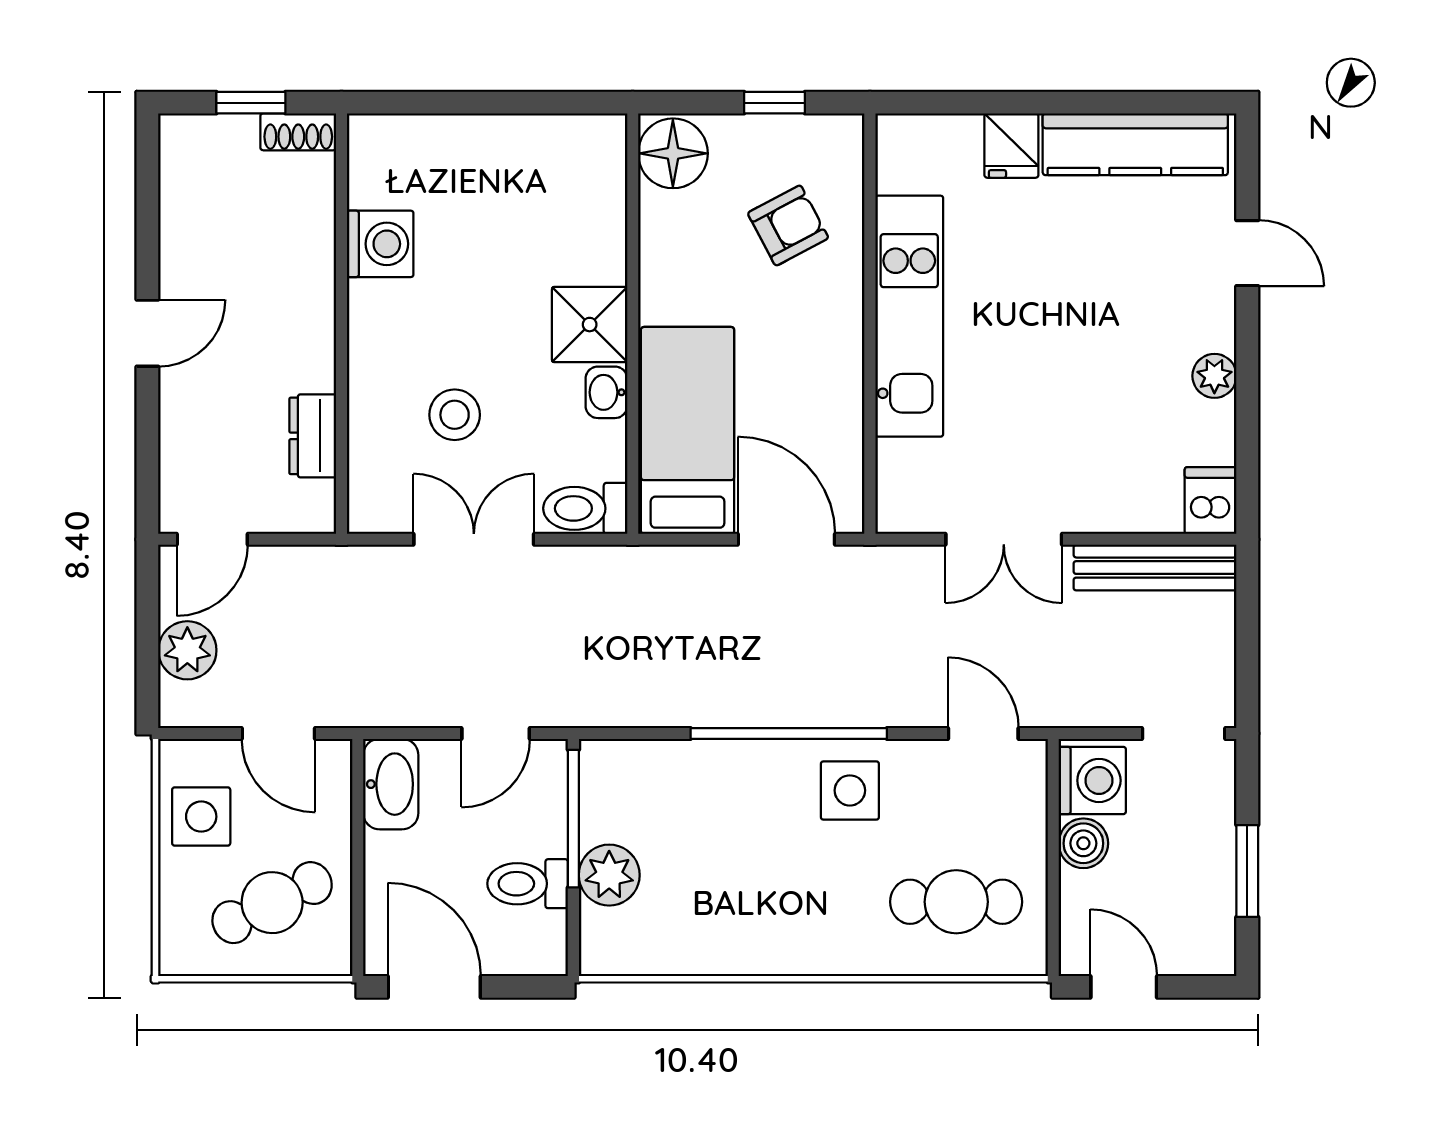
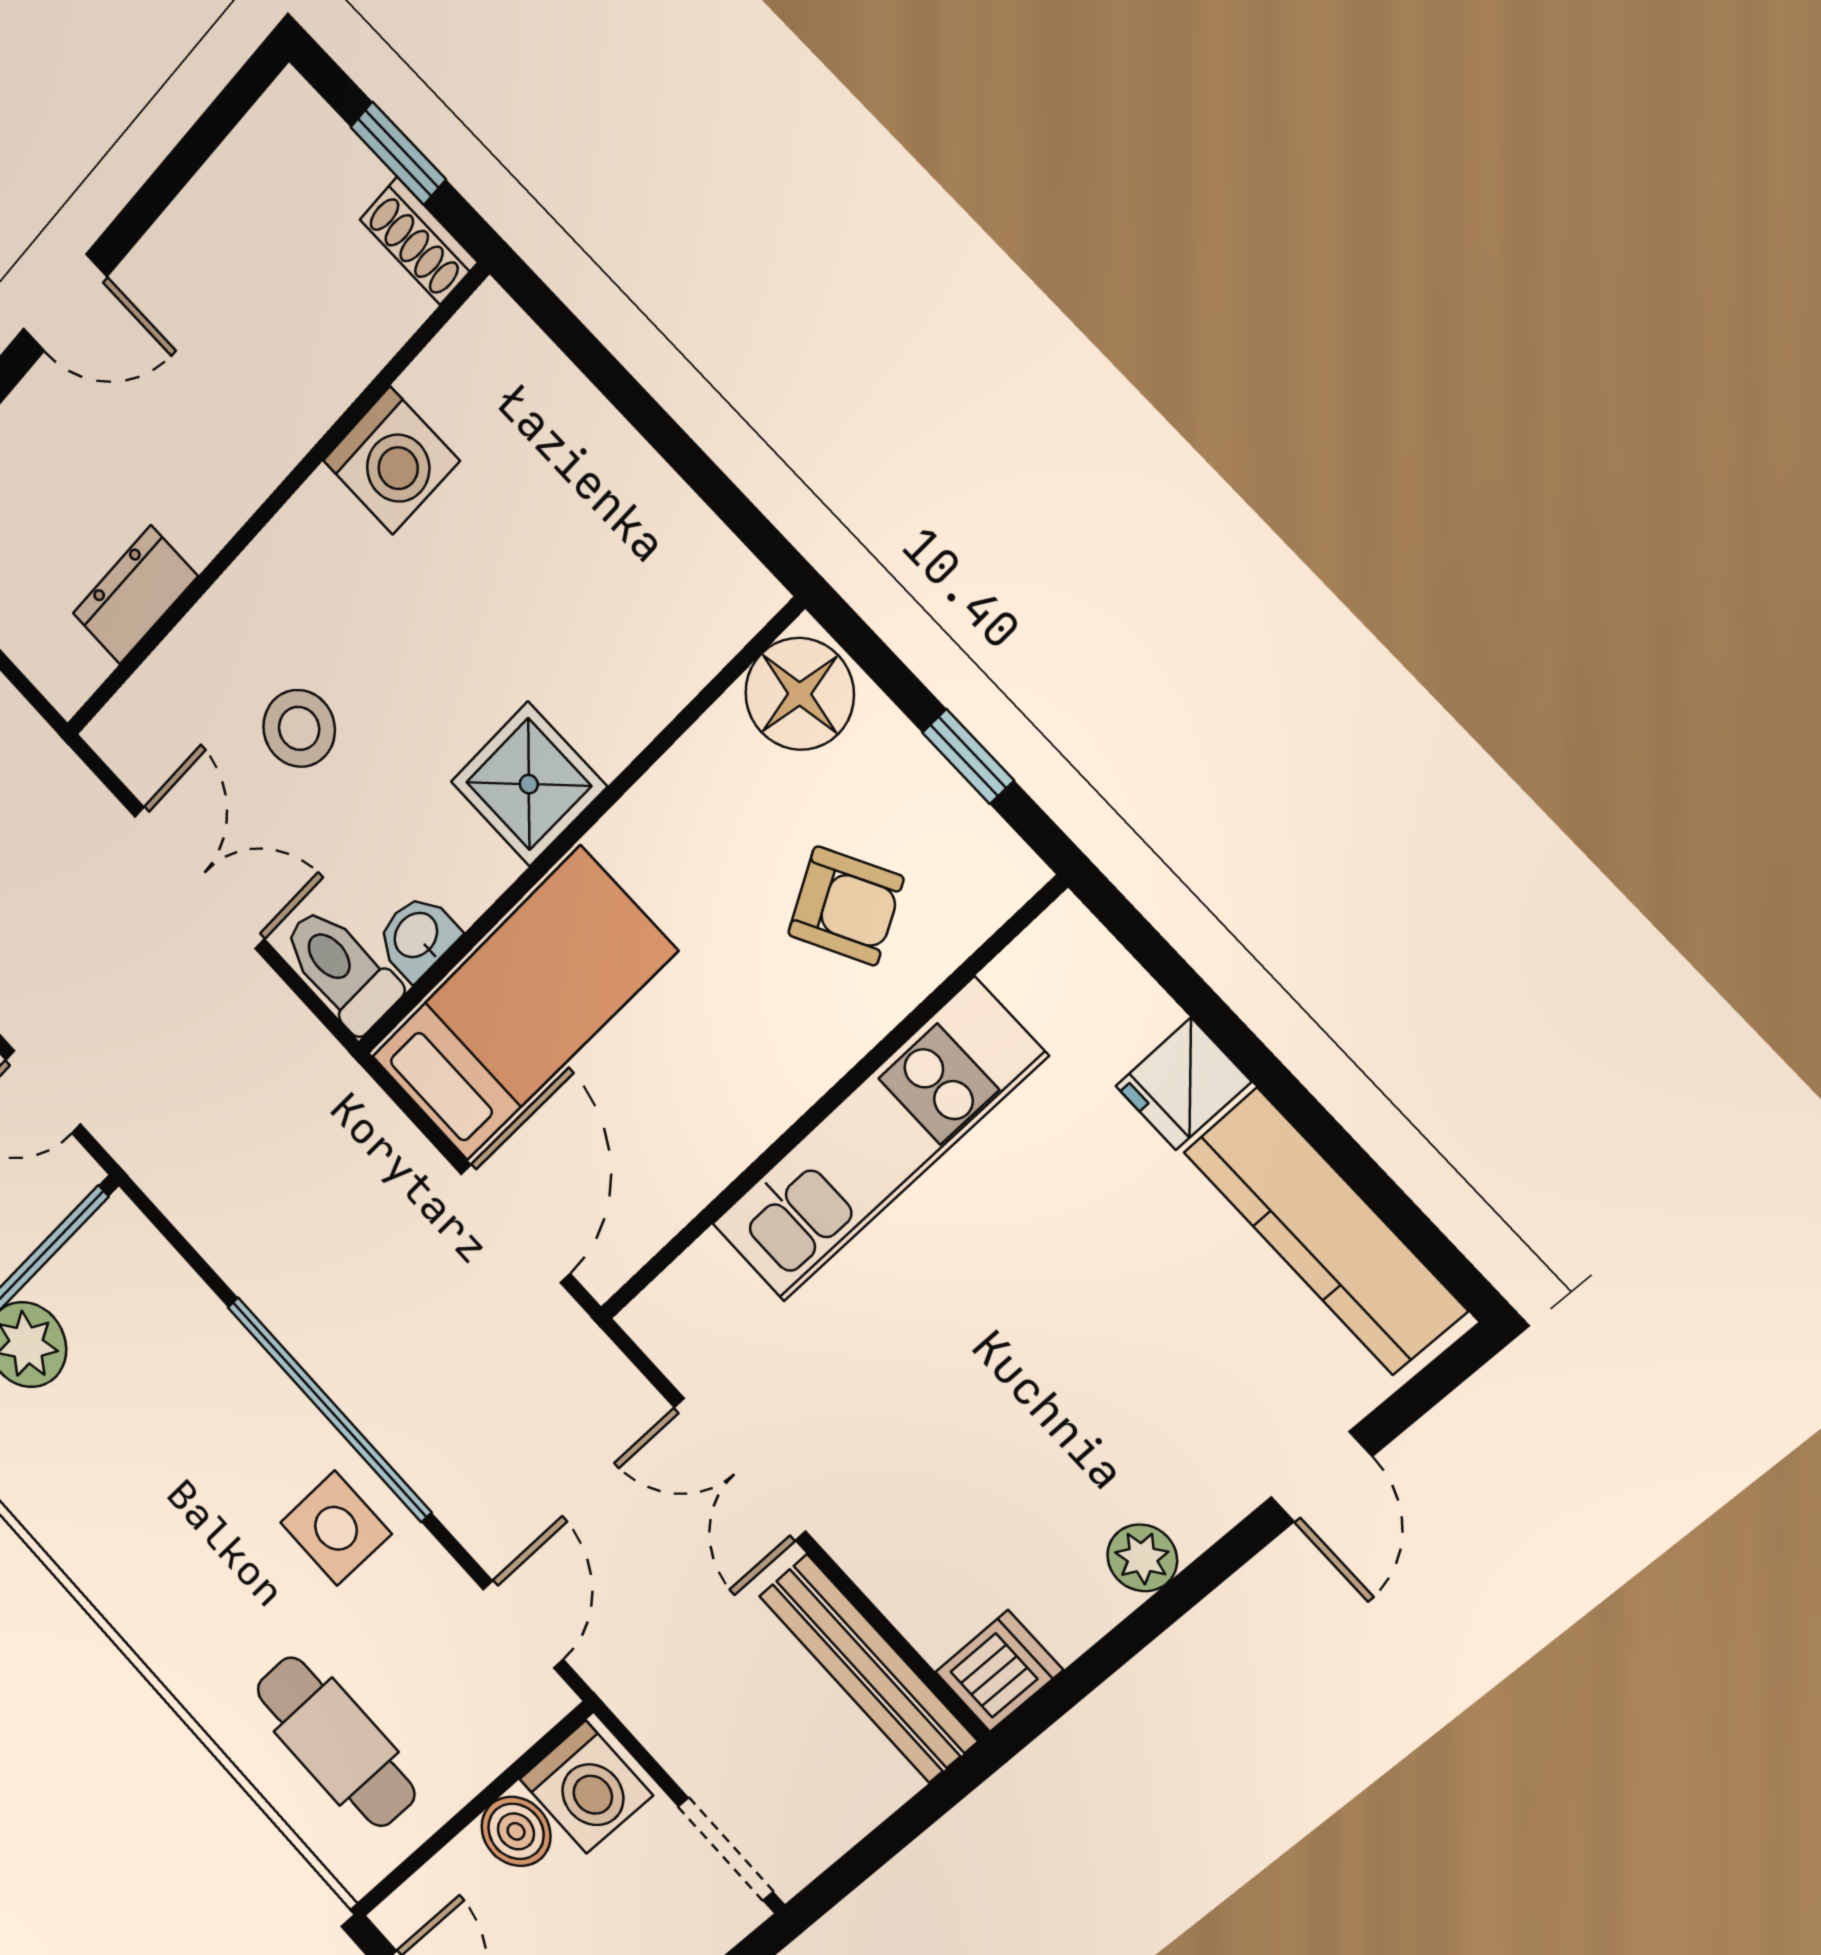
washbasin: (606, 392) -> (417, 936), moved

